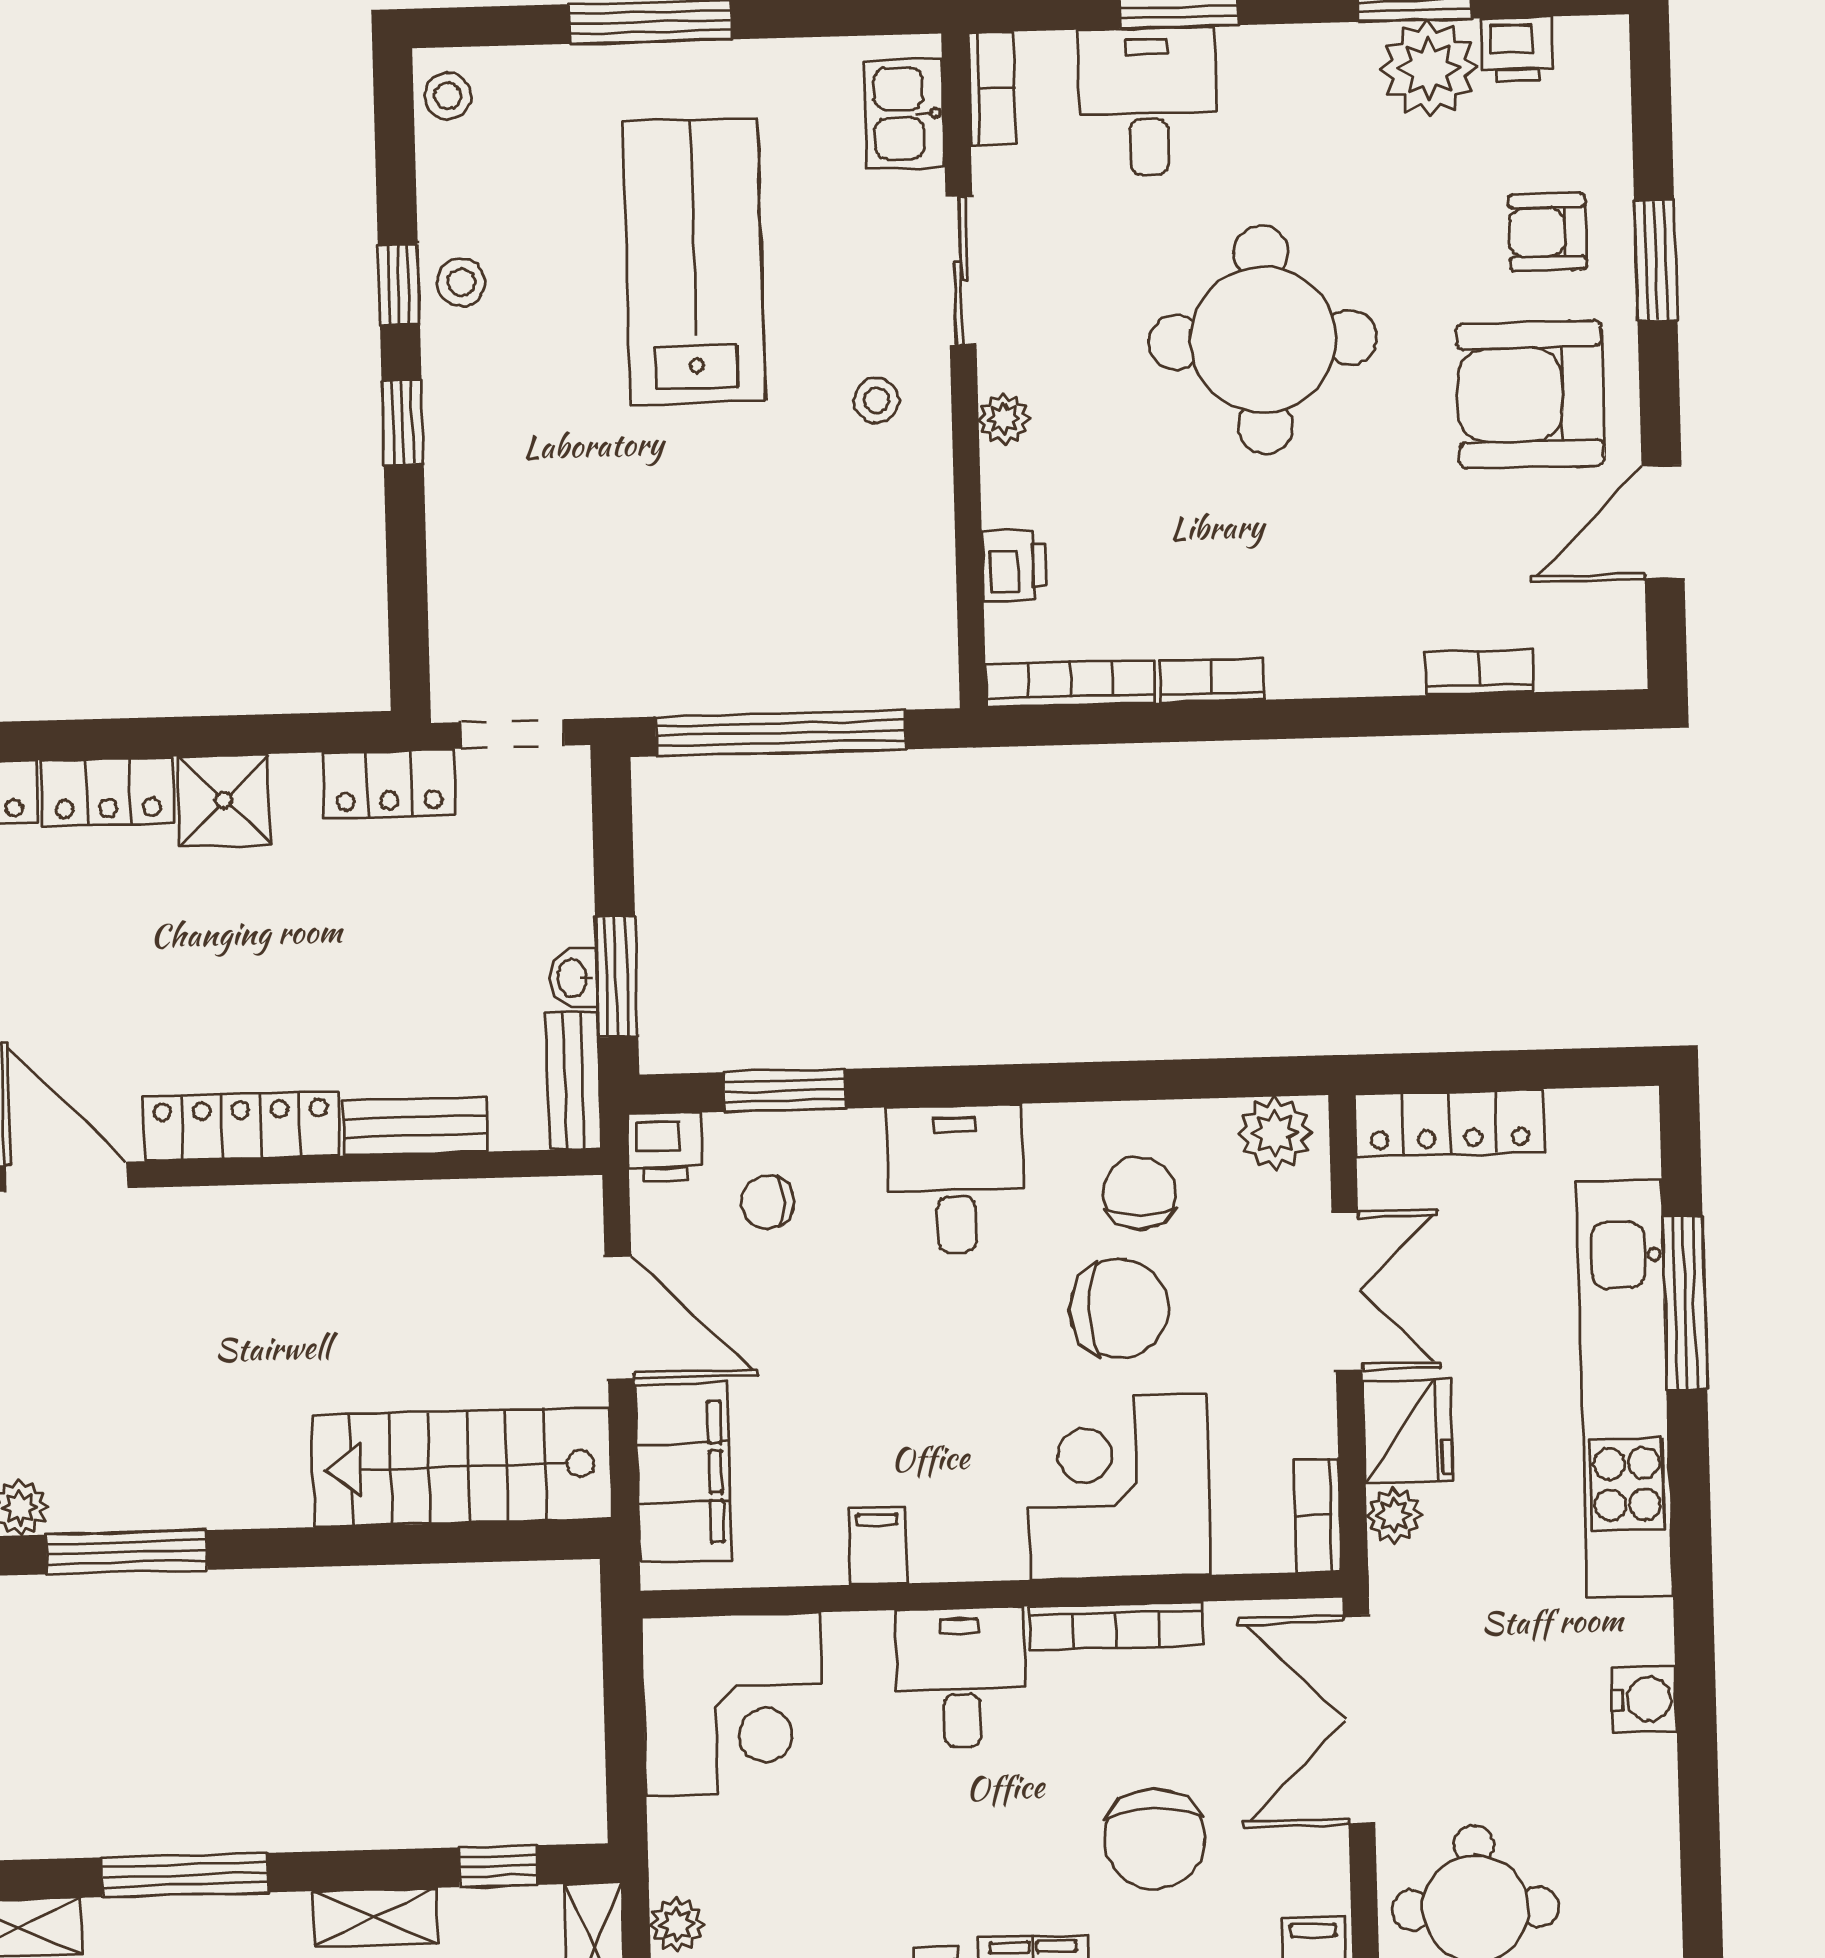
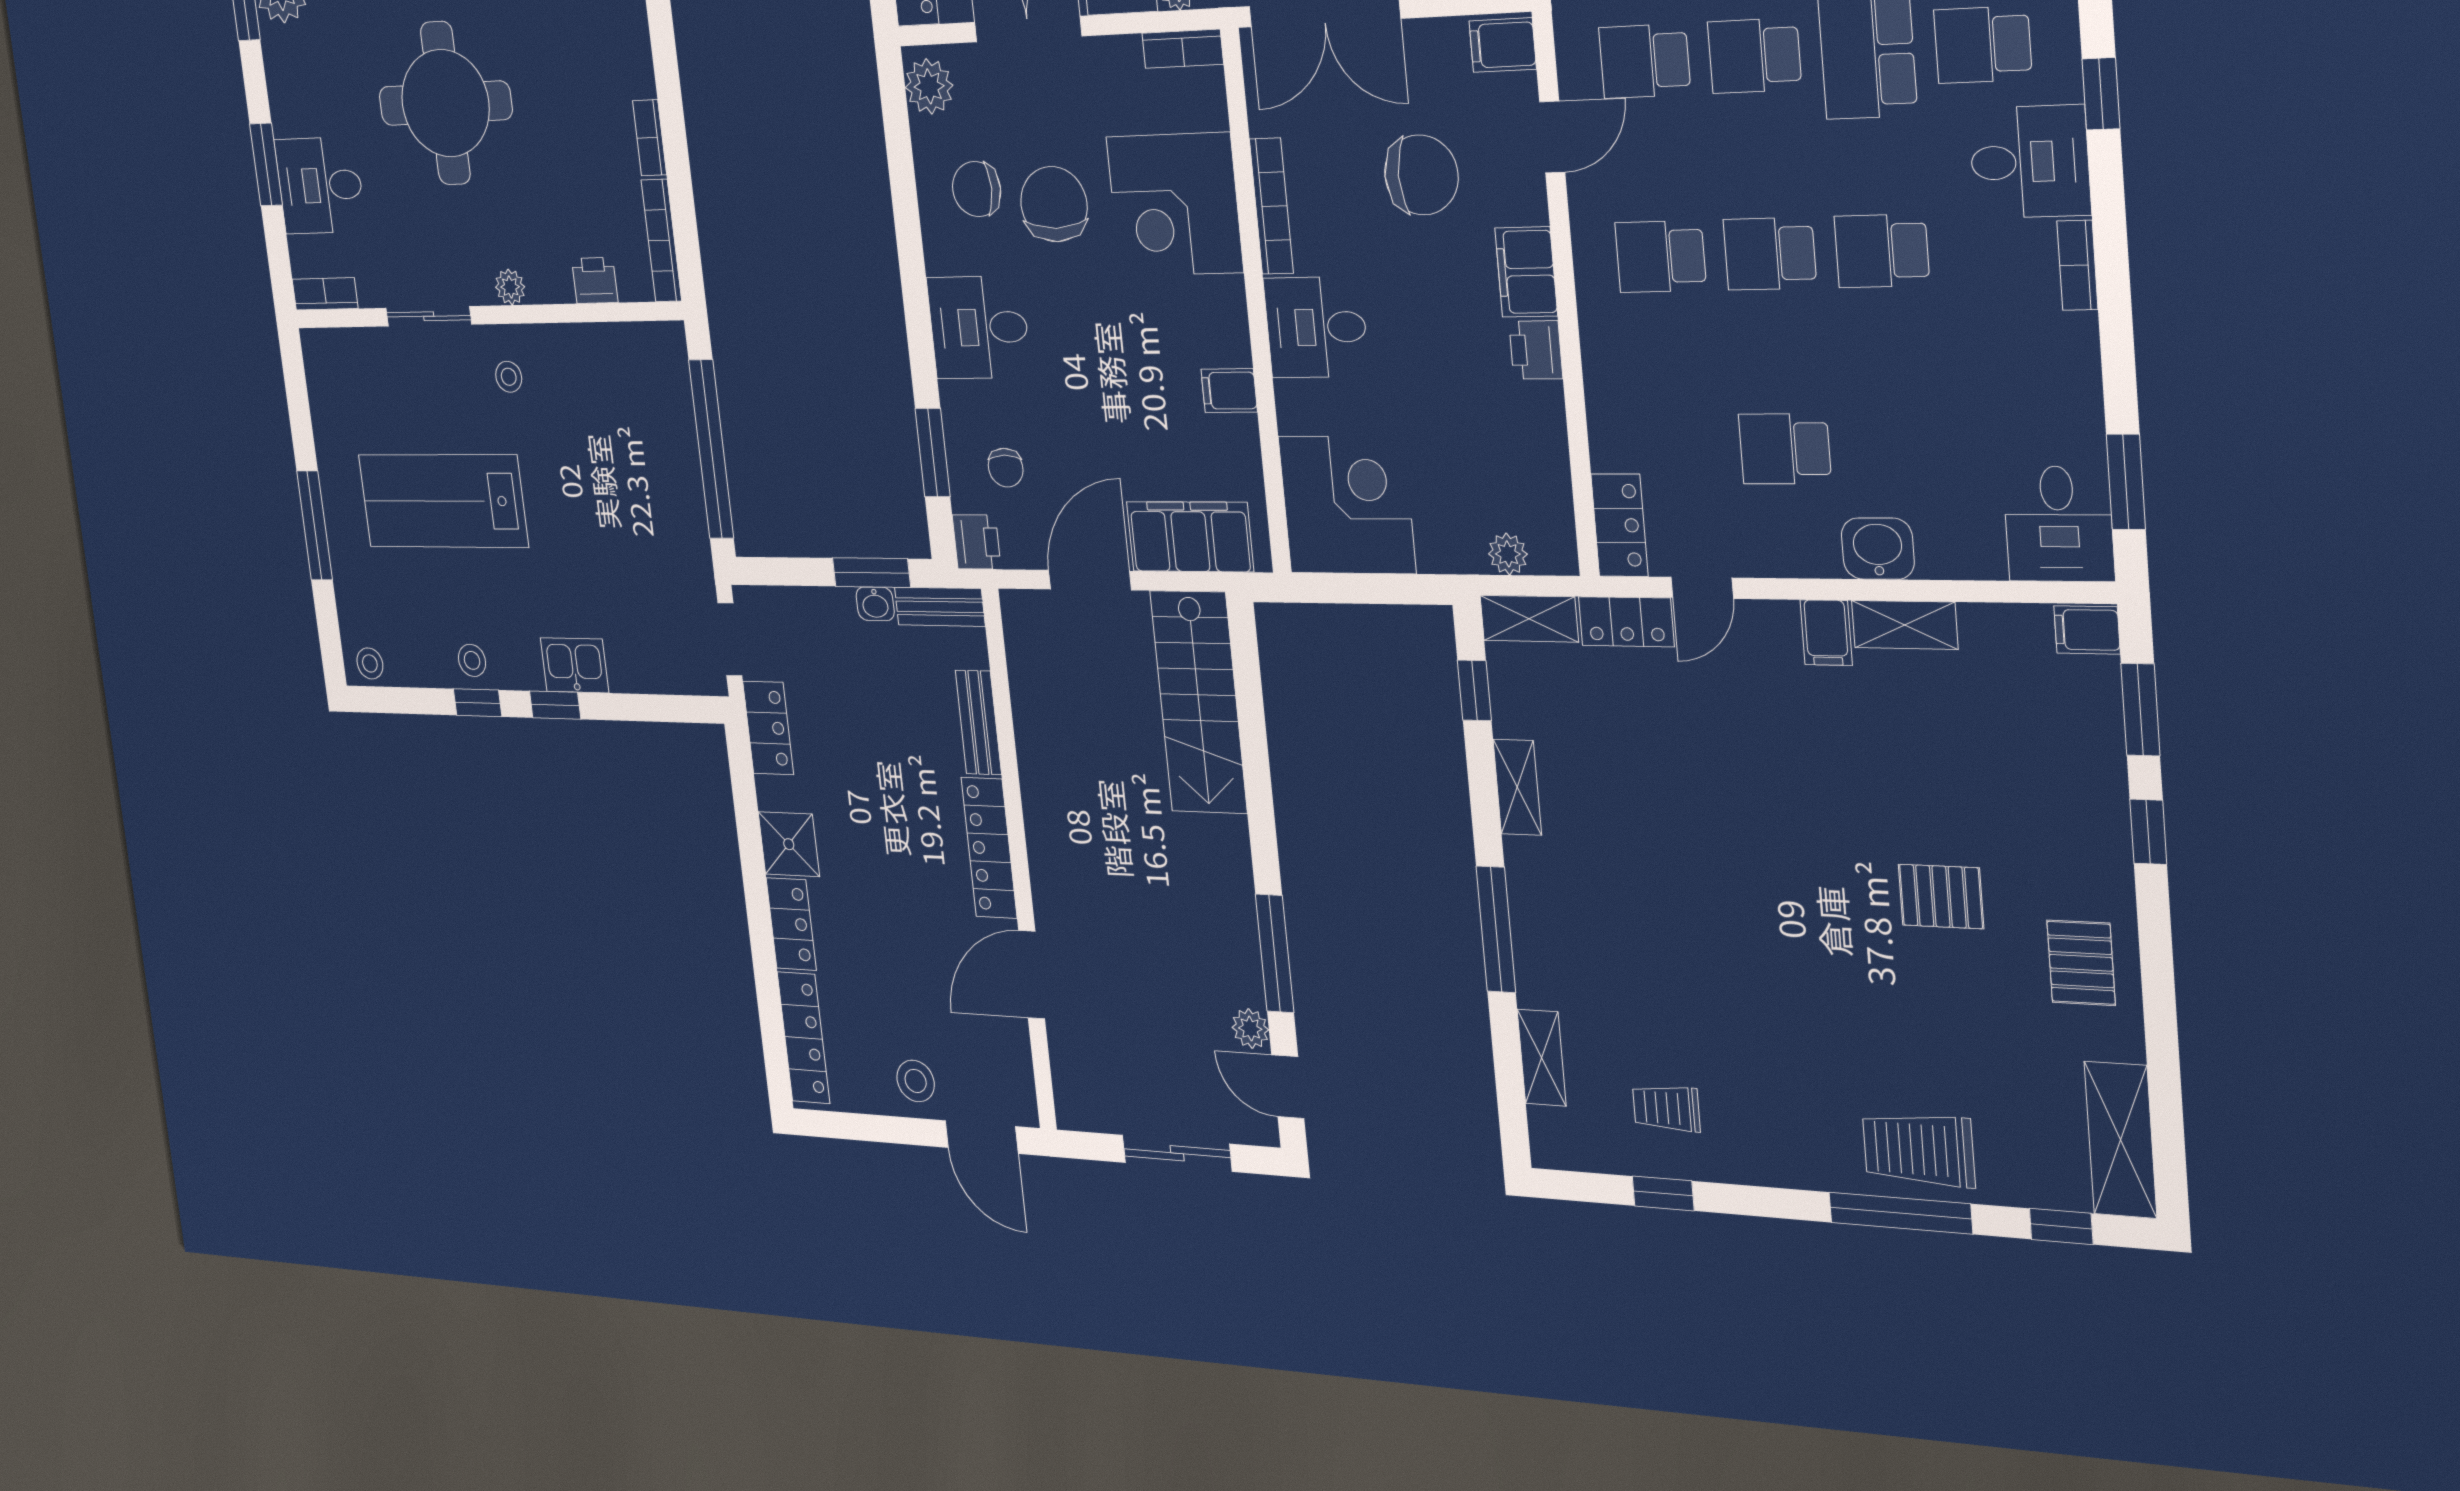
kitchen sink: (904, 114) -> (574, 665), moved, turned 180

